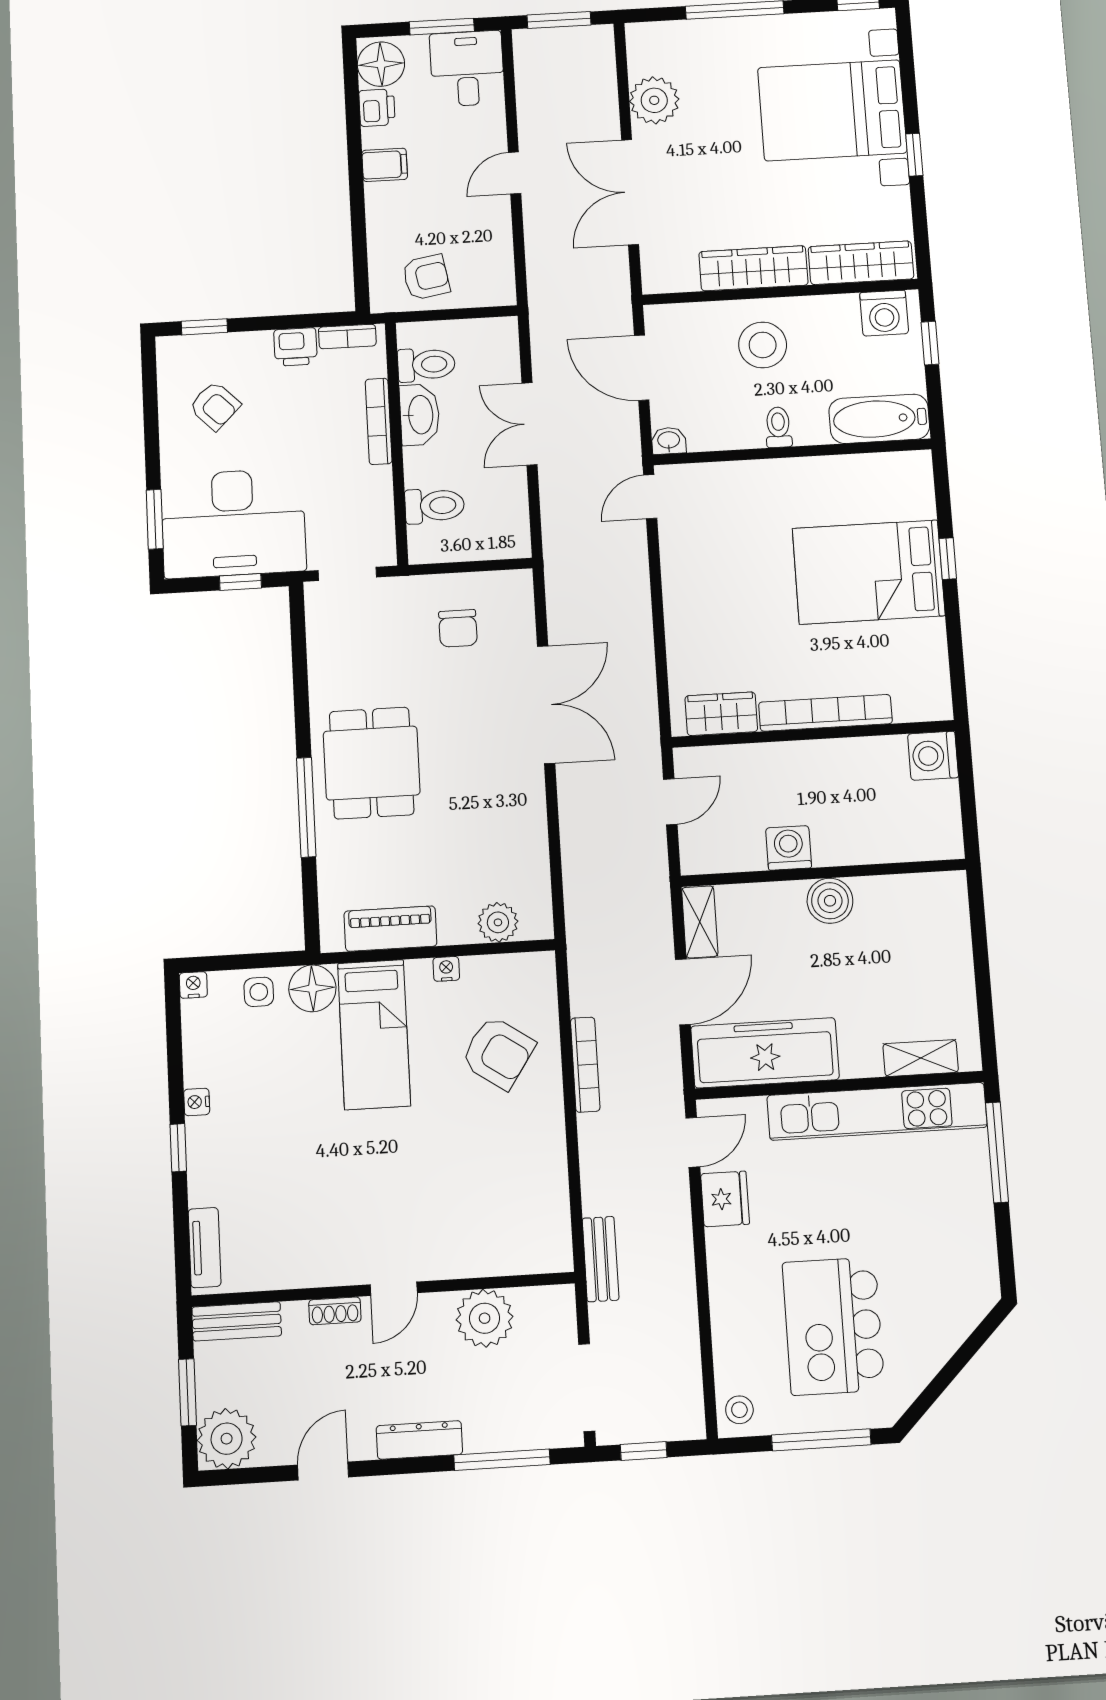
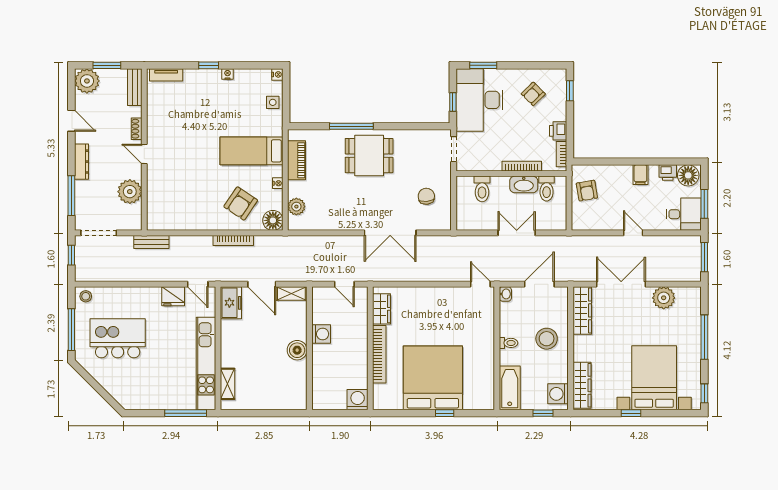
wardrobe: (753, 268) -> (582, 310), moved
bed: (869, 572) -> (433, 378), width x1.36
chair: (458, 628) -> (426, 196), turned 84
floor lamp: (312, 988) -> (273, 220), moved
freezer: (765, 1053) -> (231, 303), width x0.52, depth x0.79

